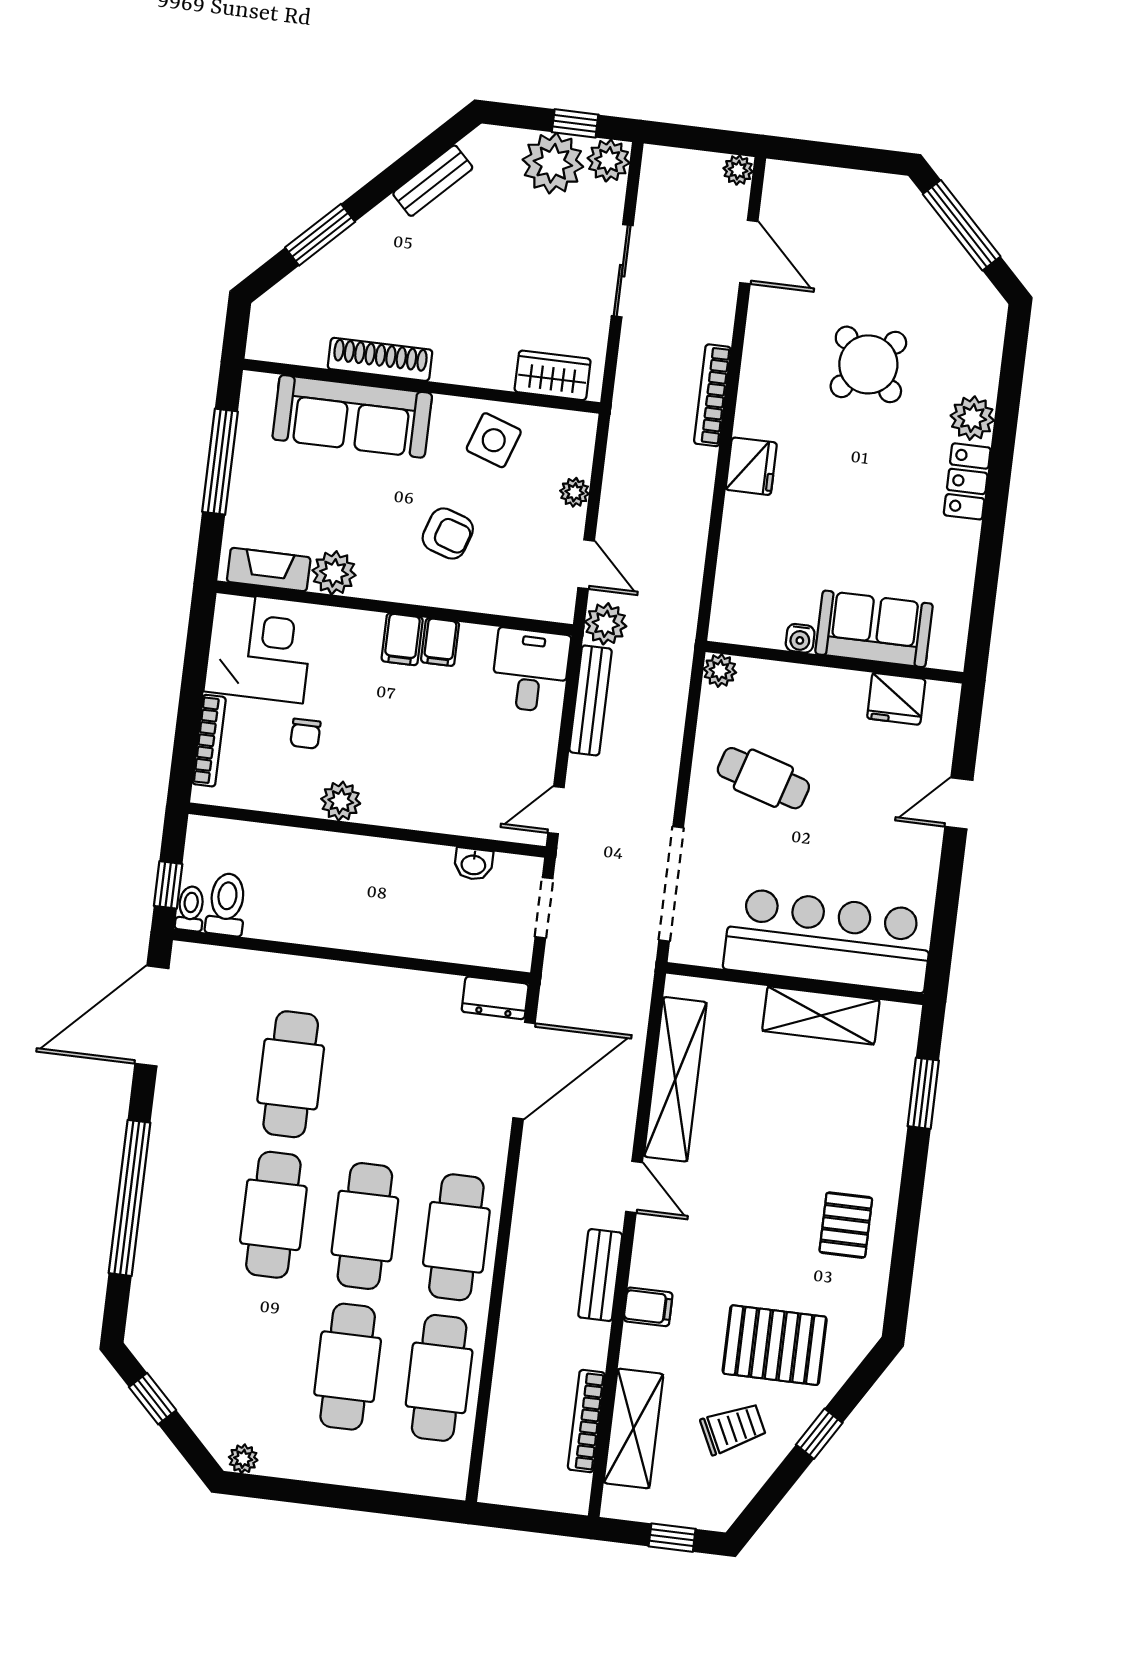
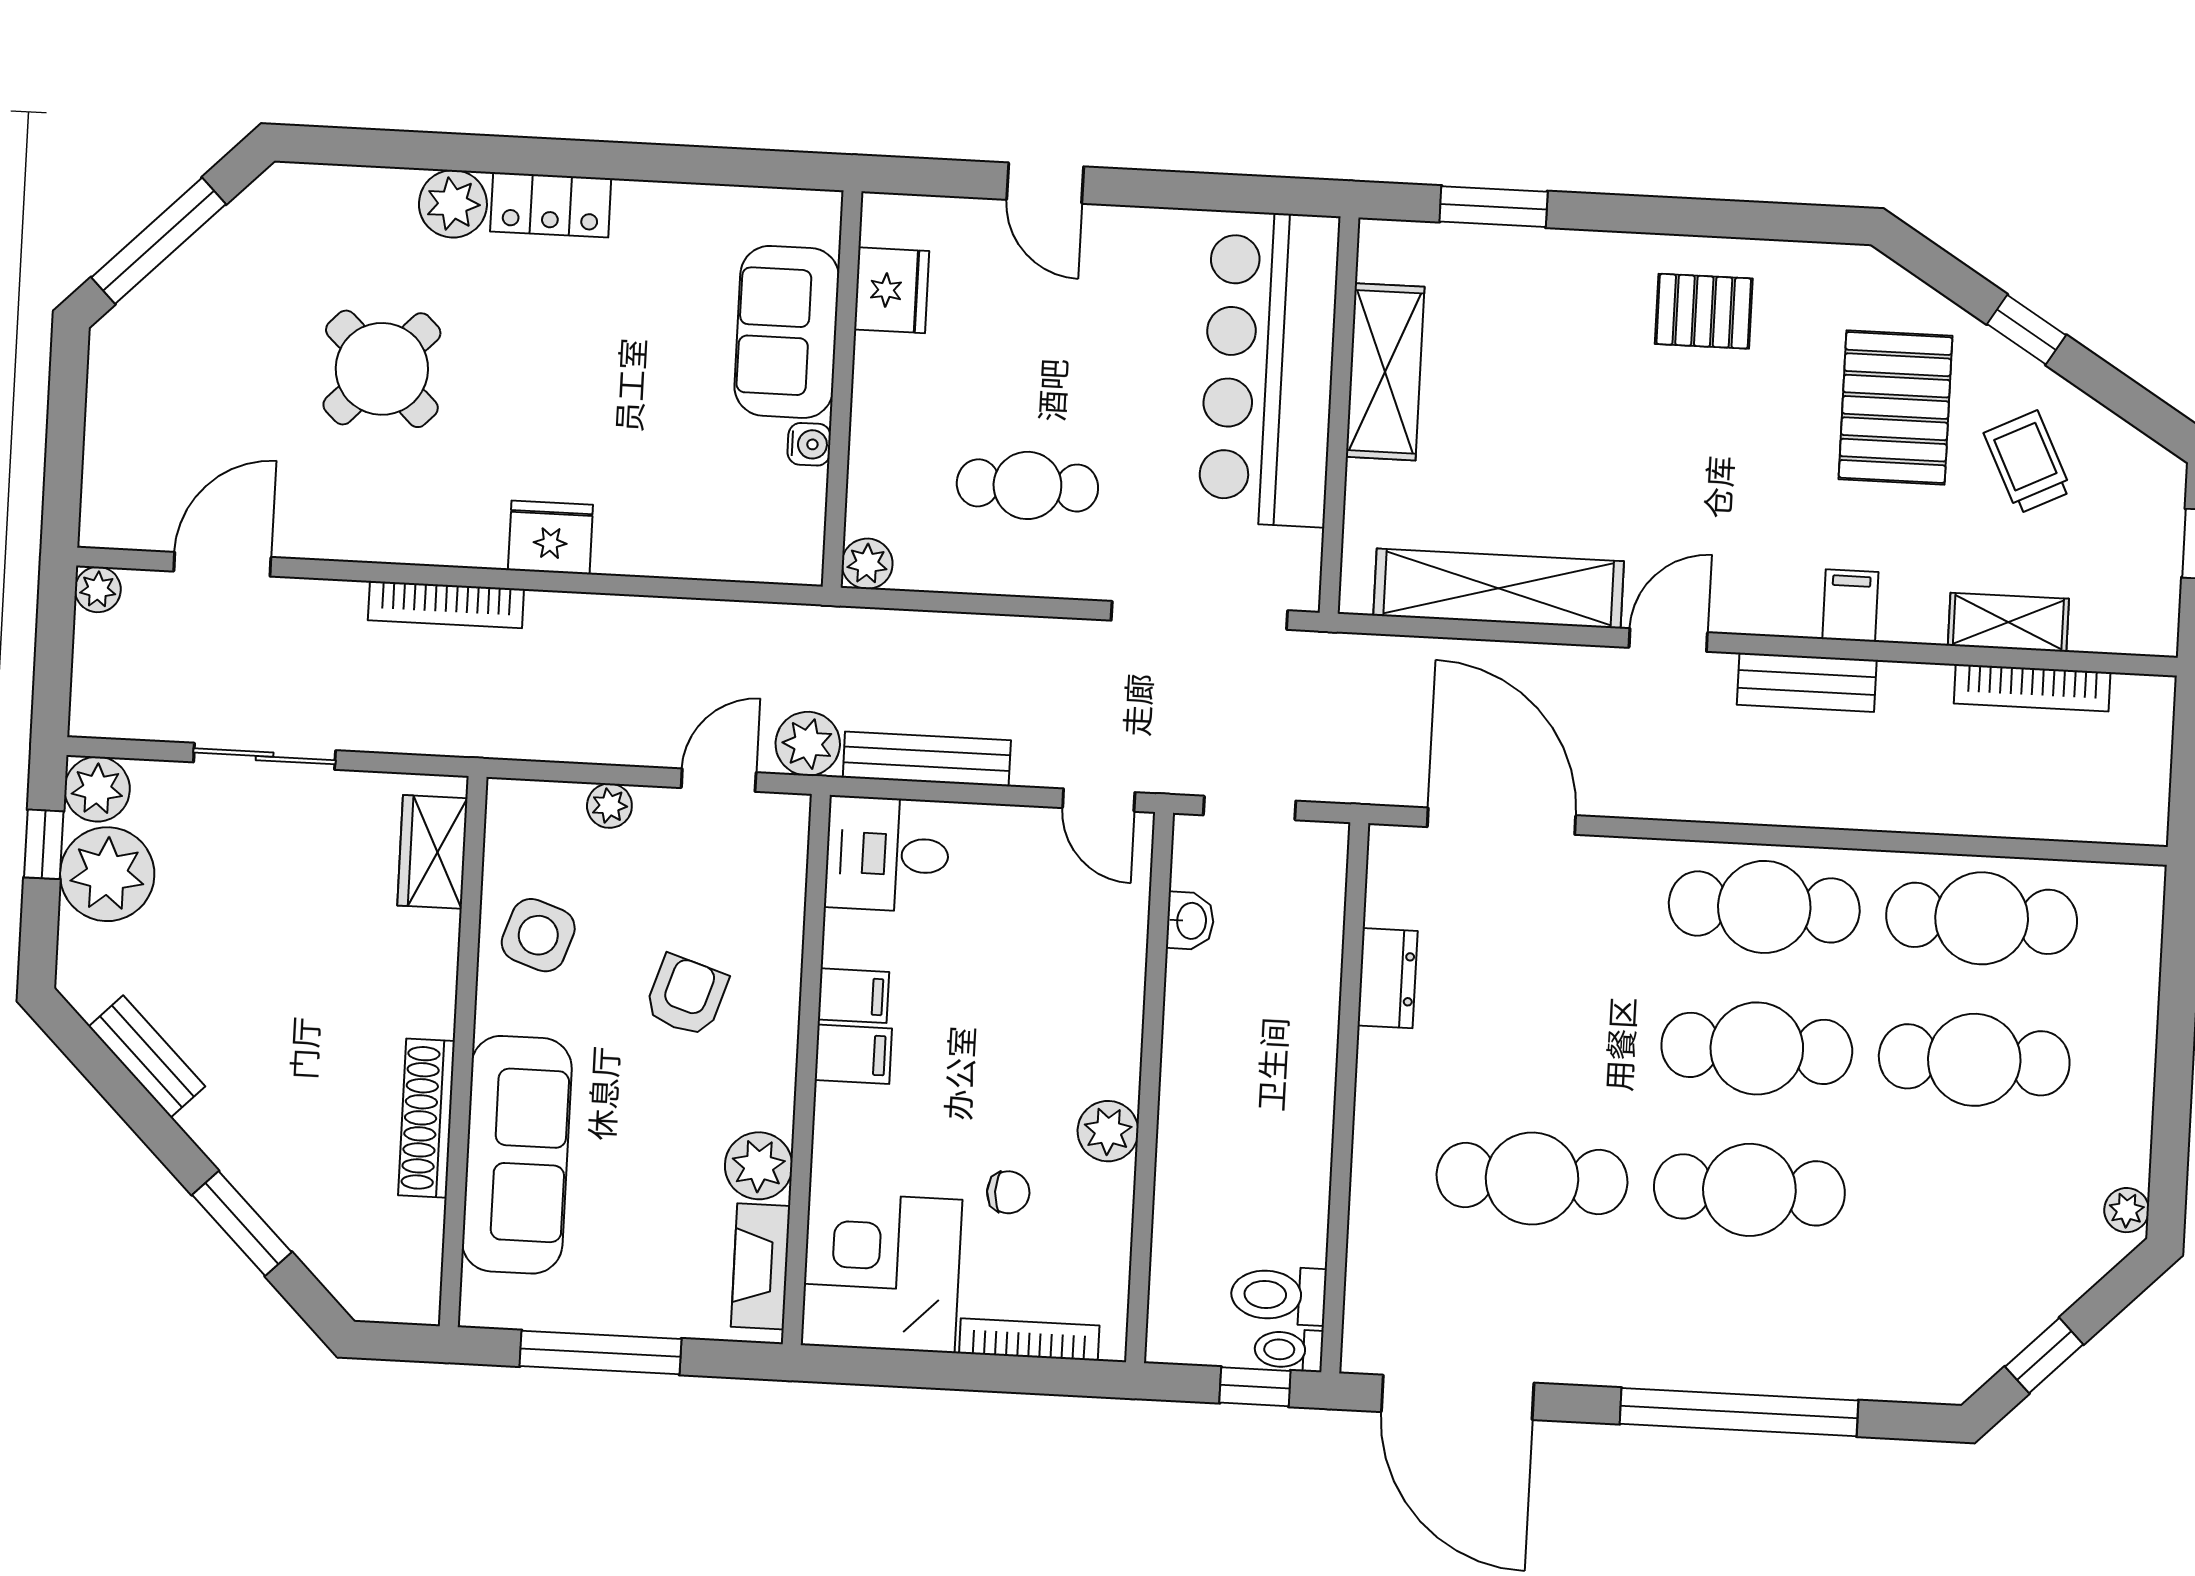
cafe table: (763, 778) -> (1027, 485), turned 73
dresser: (495, 998) -> (1388, 978), moved
shelving: (633, 1429) -> (2008, 622), width x0.67, depth x0.75

